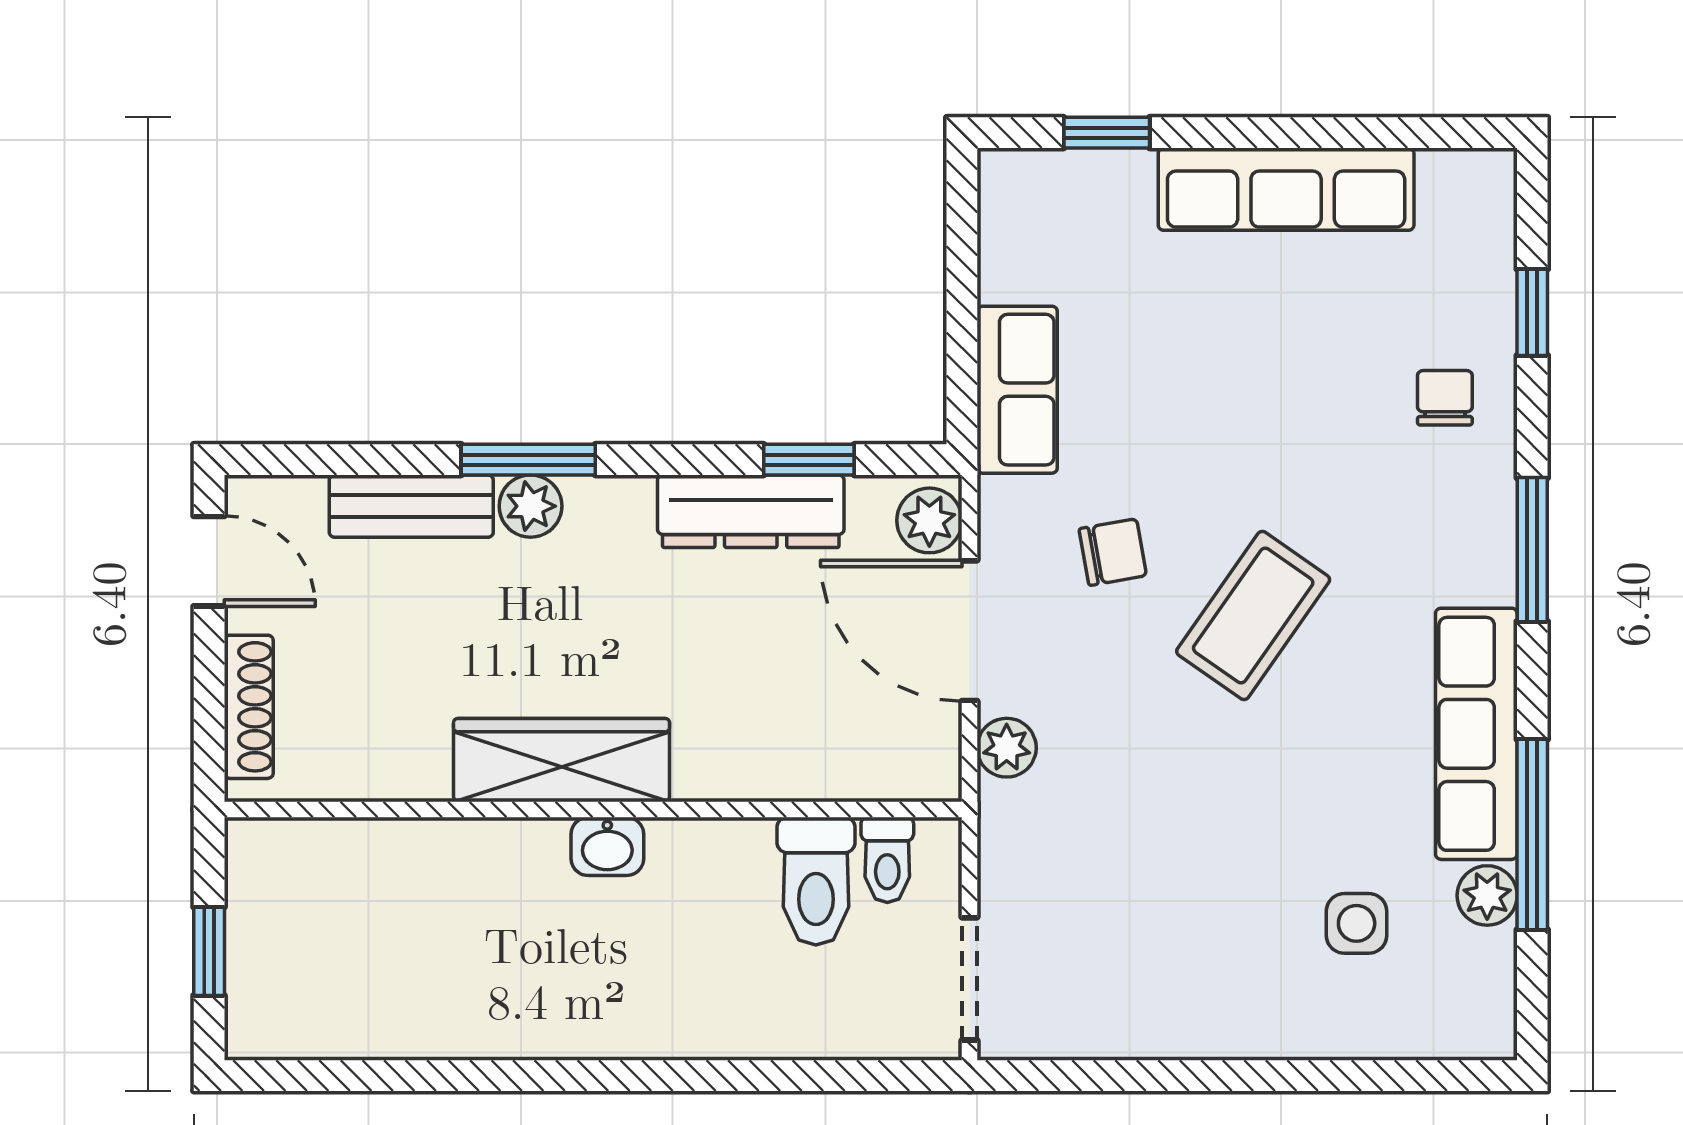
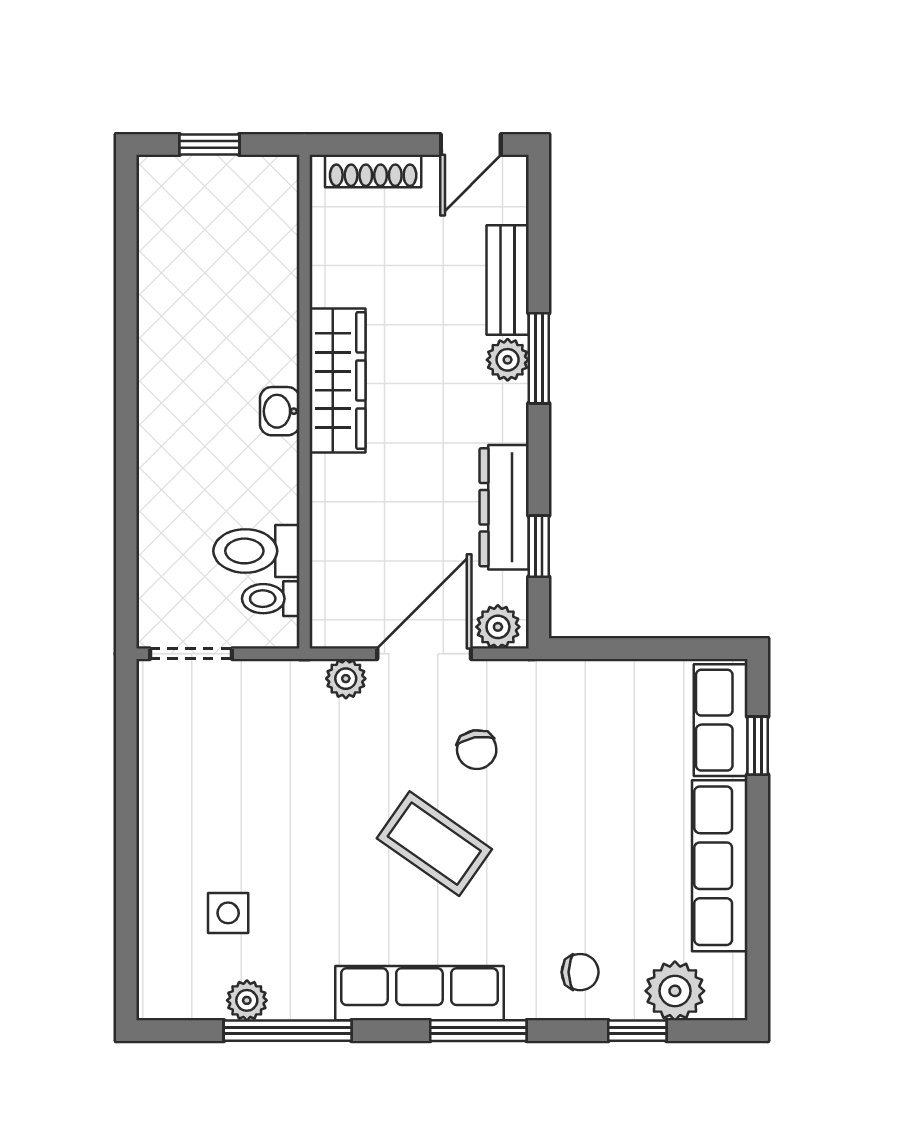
plant: (1473, 256) -> (675, 991), added
row of seats: (1017, 390) -> (721, 720), moved, turned 90
row of seats: (1476, 734) -> (419, 993), moved

